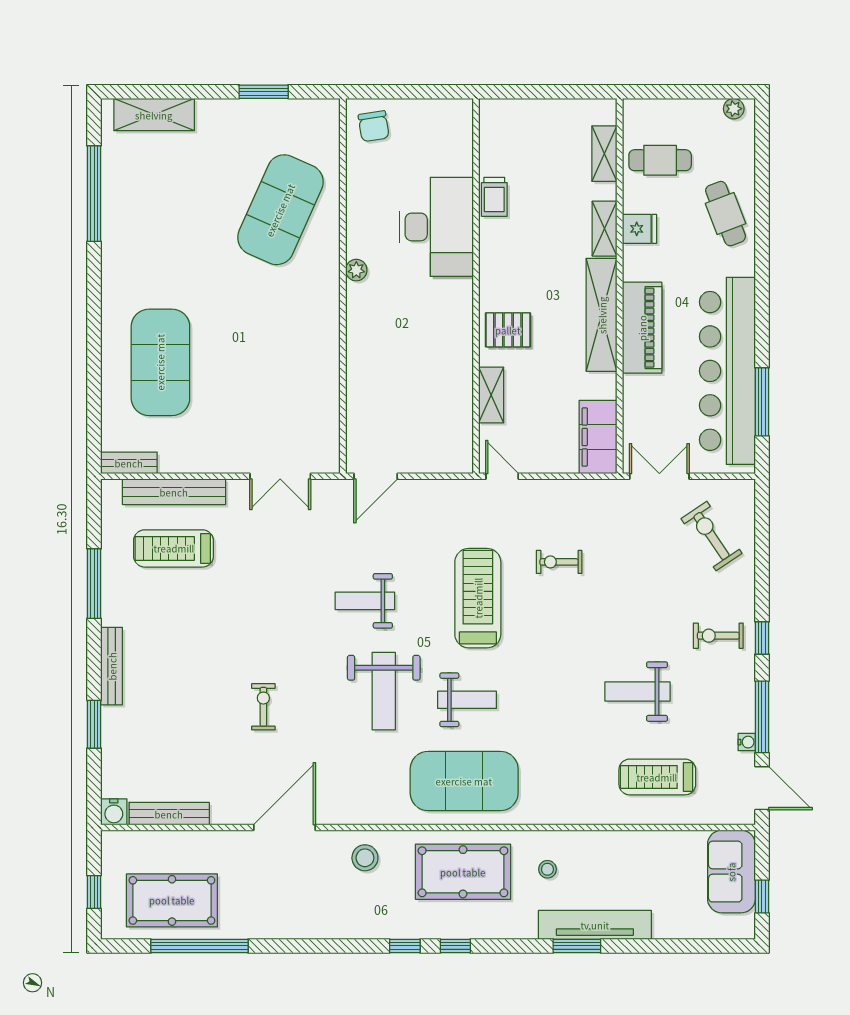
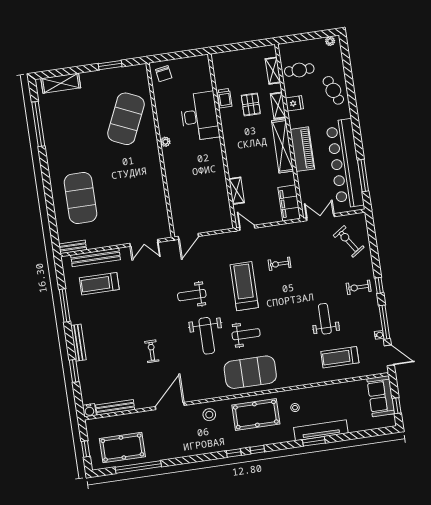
pallet: (508, 330) -> (251, 104), moved, turned 90
weight bench: (637, 692) -> (325, 319), turned 90

